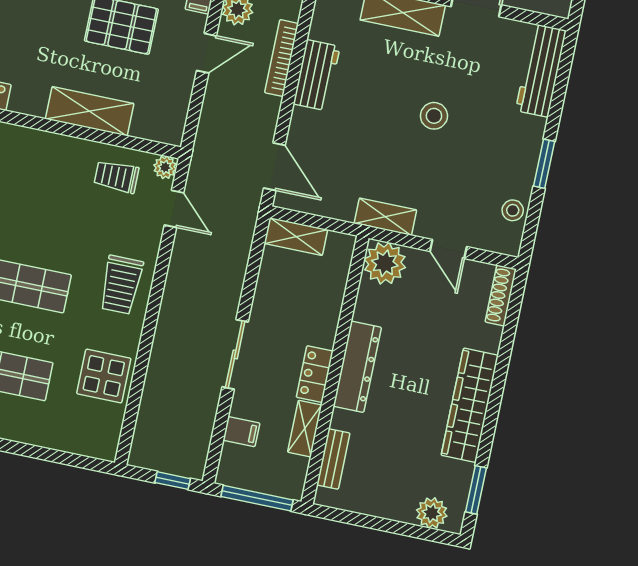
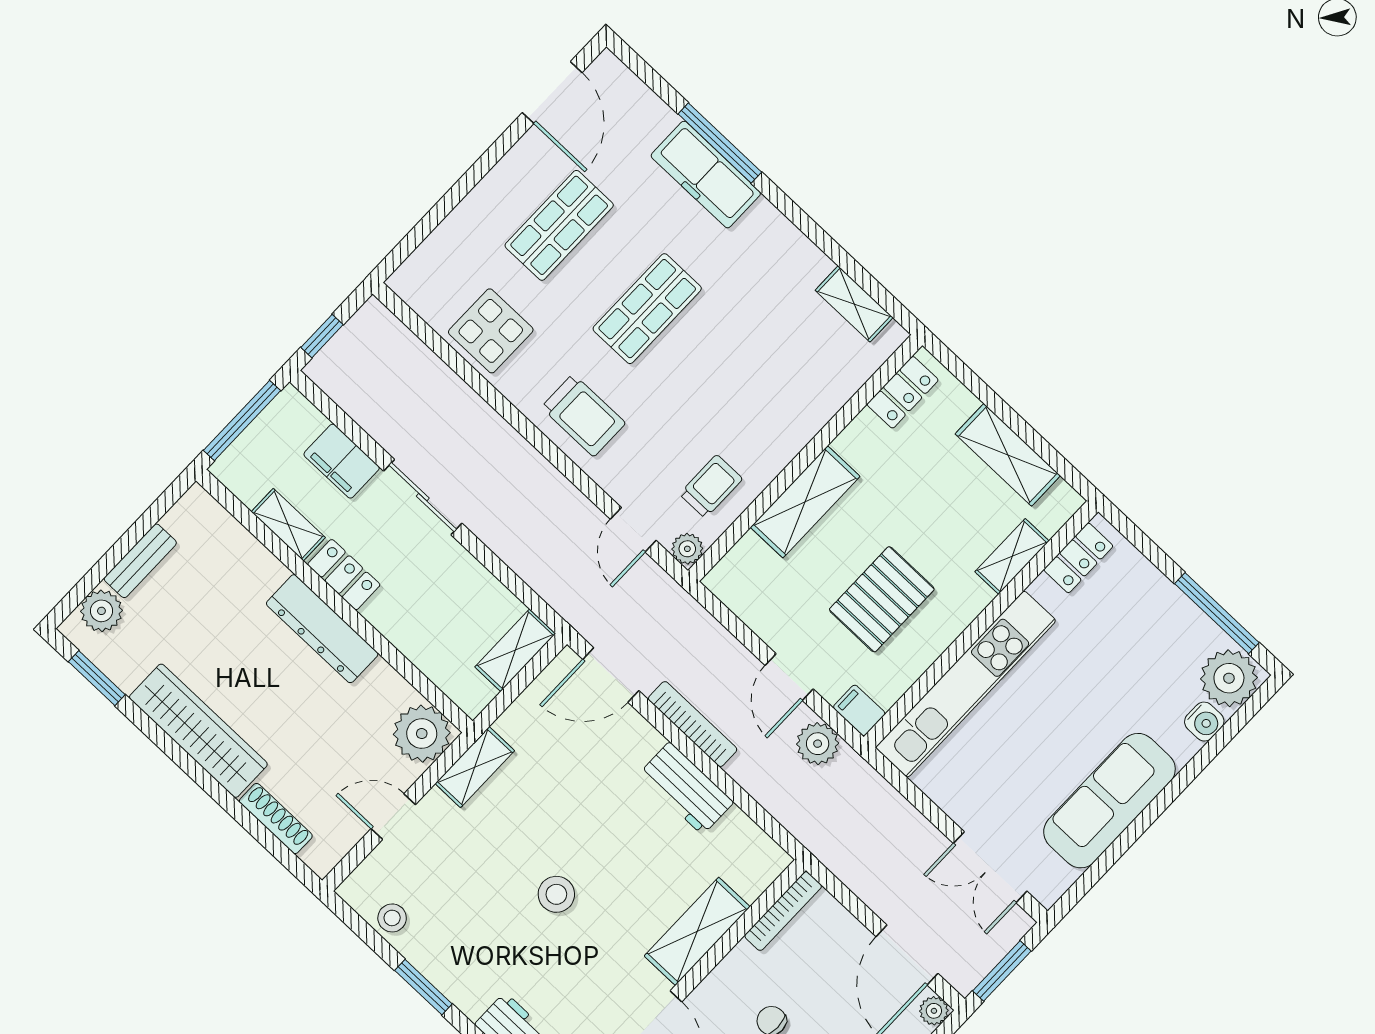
bookcase: (282, 58) -> (693, 724), moved
door: (174, 209) -> (633, 530), hinge flipped
trolley: (121, 285) -> (583, 415), turned 180
shoe rack: (501, 296) -> (276, 819), moved
filing cabinet: (241, 432) -> (342, 461), width x2.00
bench: (333, 459) -> (140, 561), moved, turned 90

